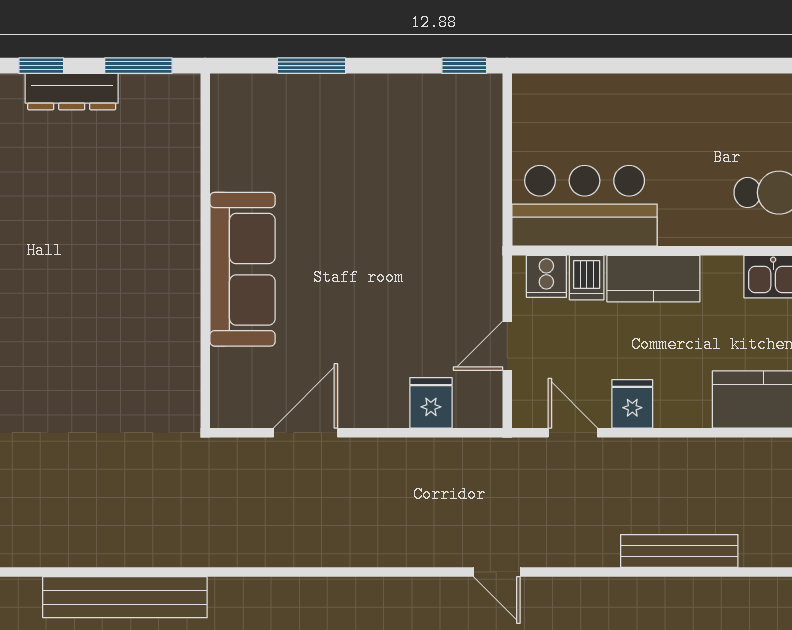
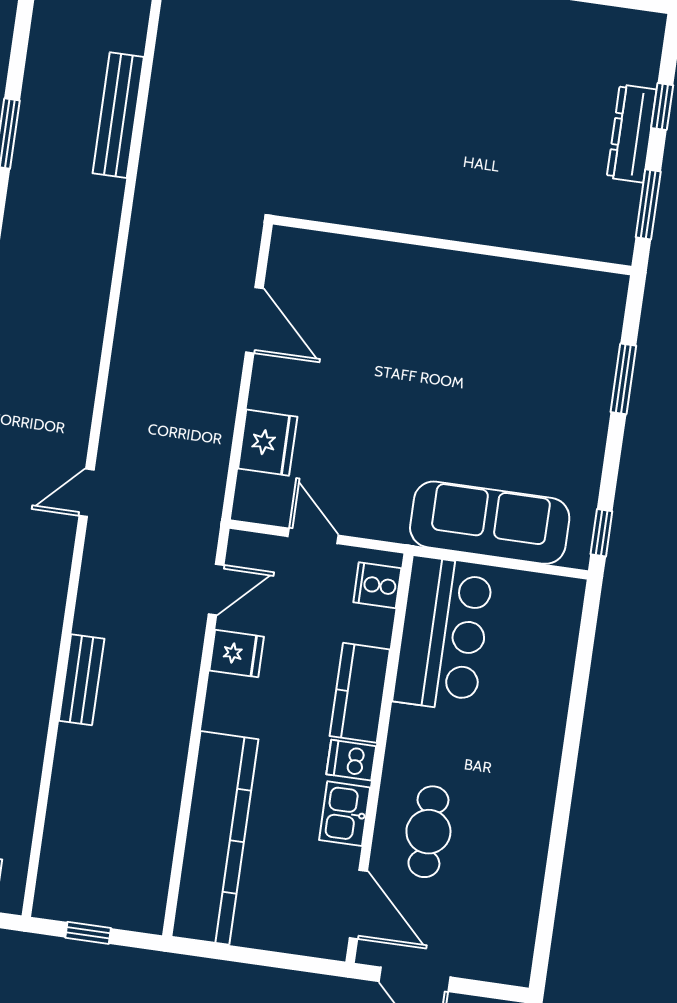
sofa: (243, 269) -> (490, 523), moved, turned 180
dishwasher: (587, 278) -> (351, 760), moved
fridge: (431, 403) -> (268, 443), width x1.38
bench: (679, 551) -> (82, 680), width x0.73
bench: (125, 597) -> (118, 115), width x0.73, depth x0.82

